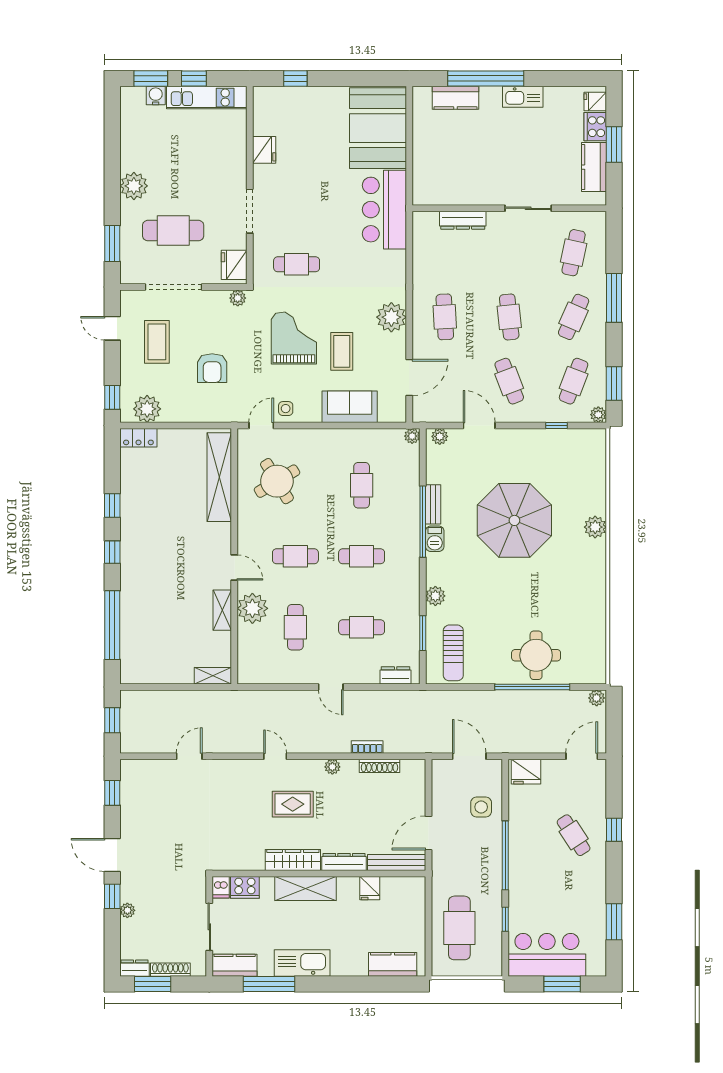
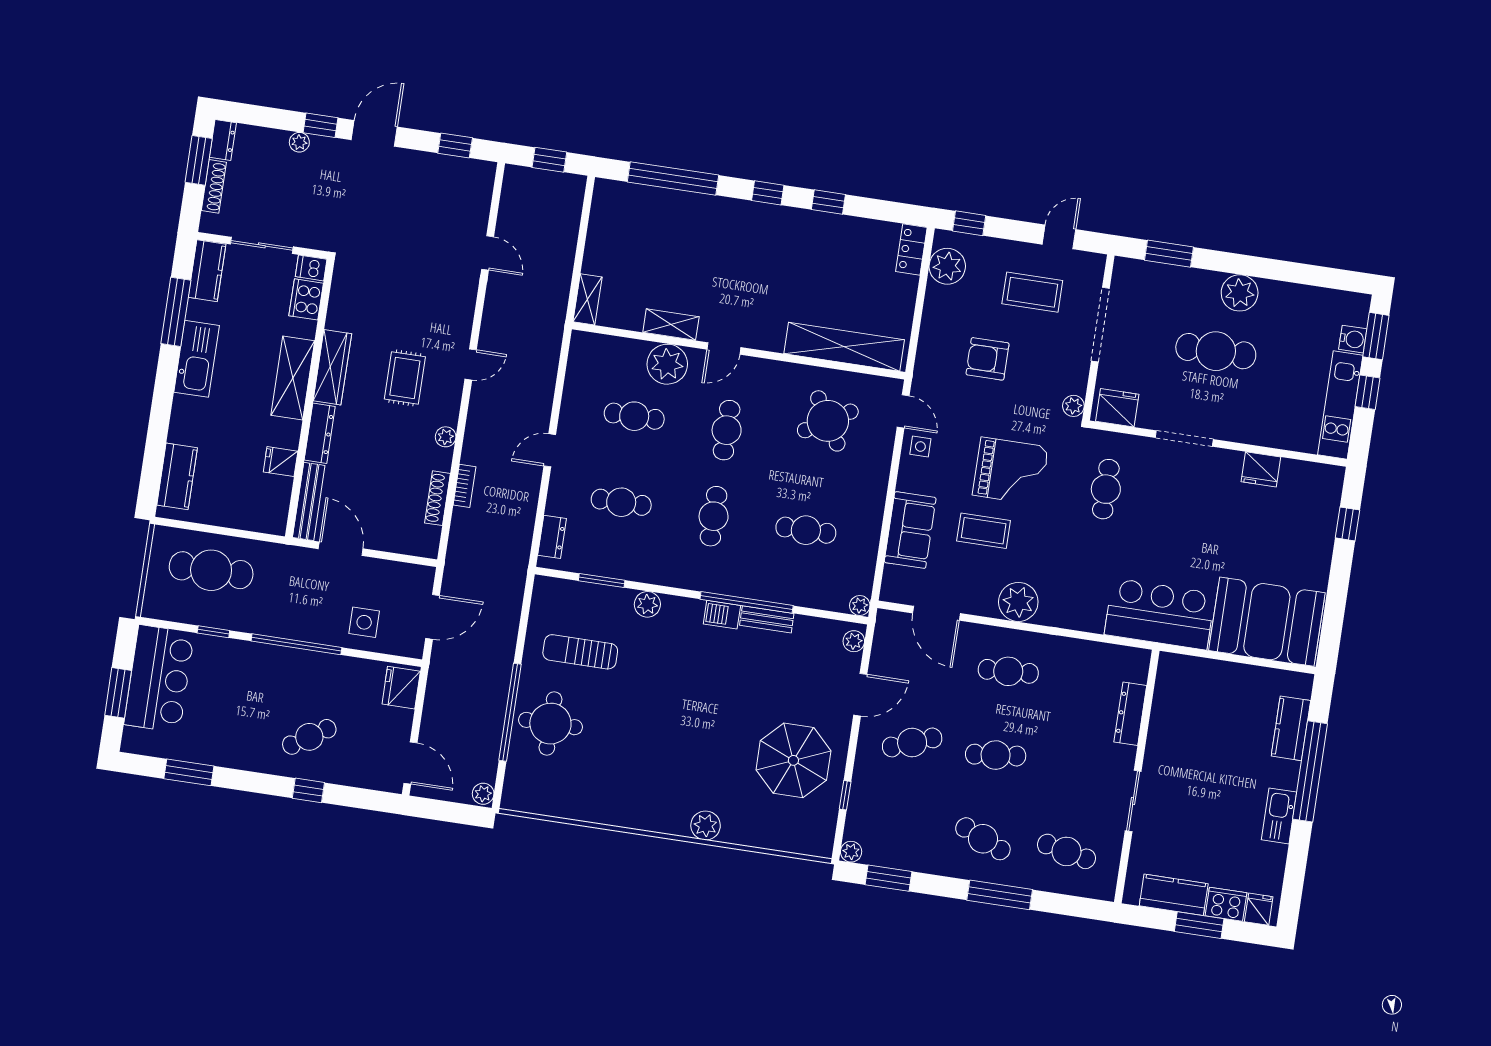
cafe table: (173, 231) -> (1216, 351), moved, turned 90
cafe table: (574, 381) -> (899, 826), removed
parasol: (514, 520) -> (793, 760), moved, width x0.73, depth x0.73
cafe table: (362, 627) -> (621, 502), turned 90
sun lounger: (453, 653) -> (580, 652), moved

